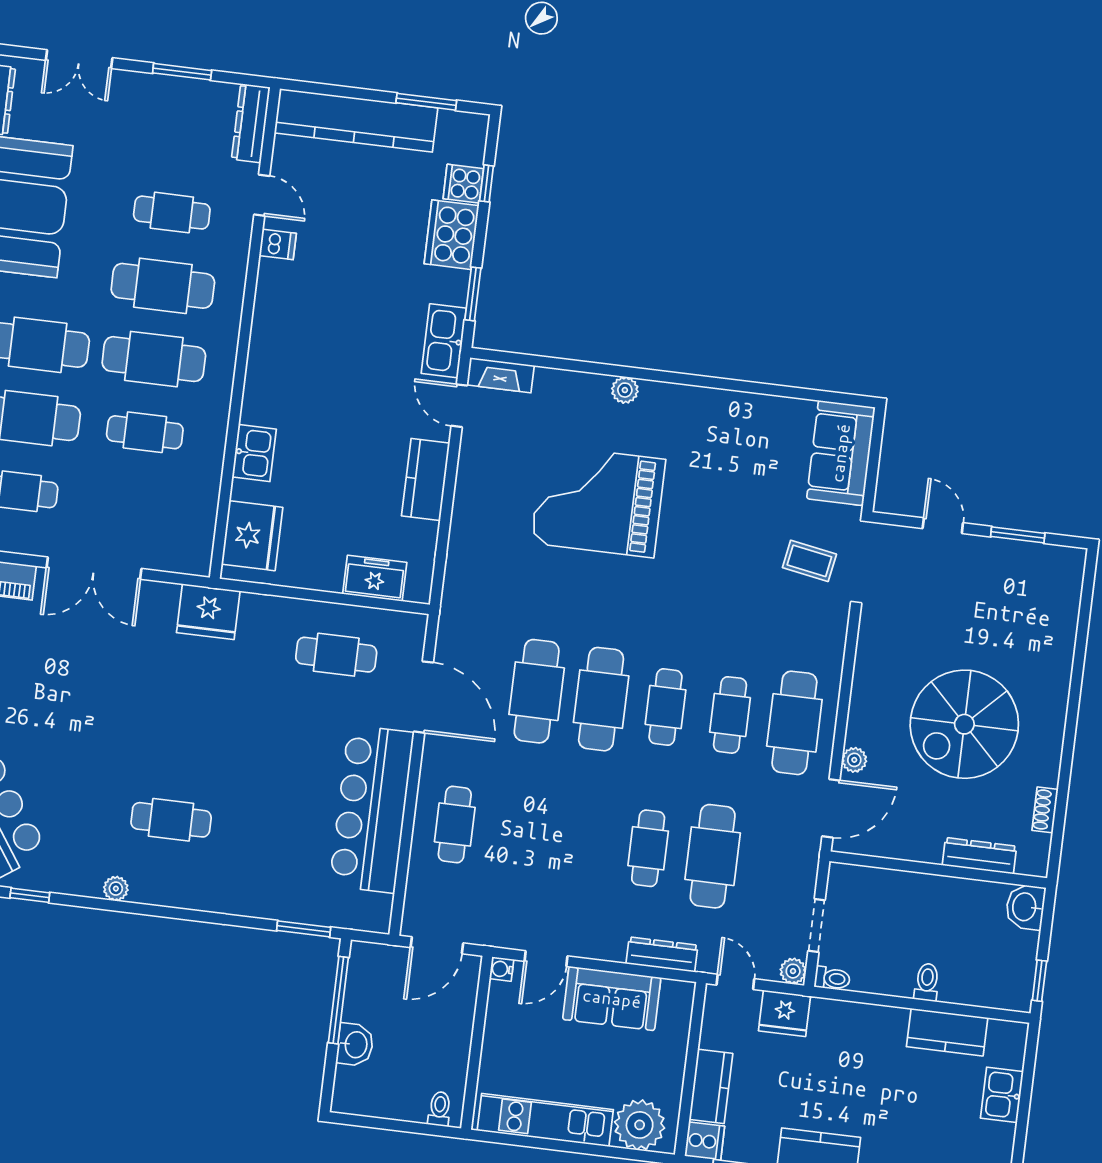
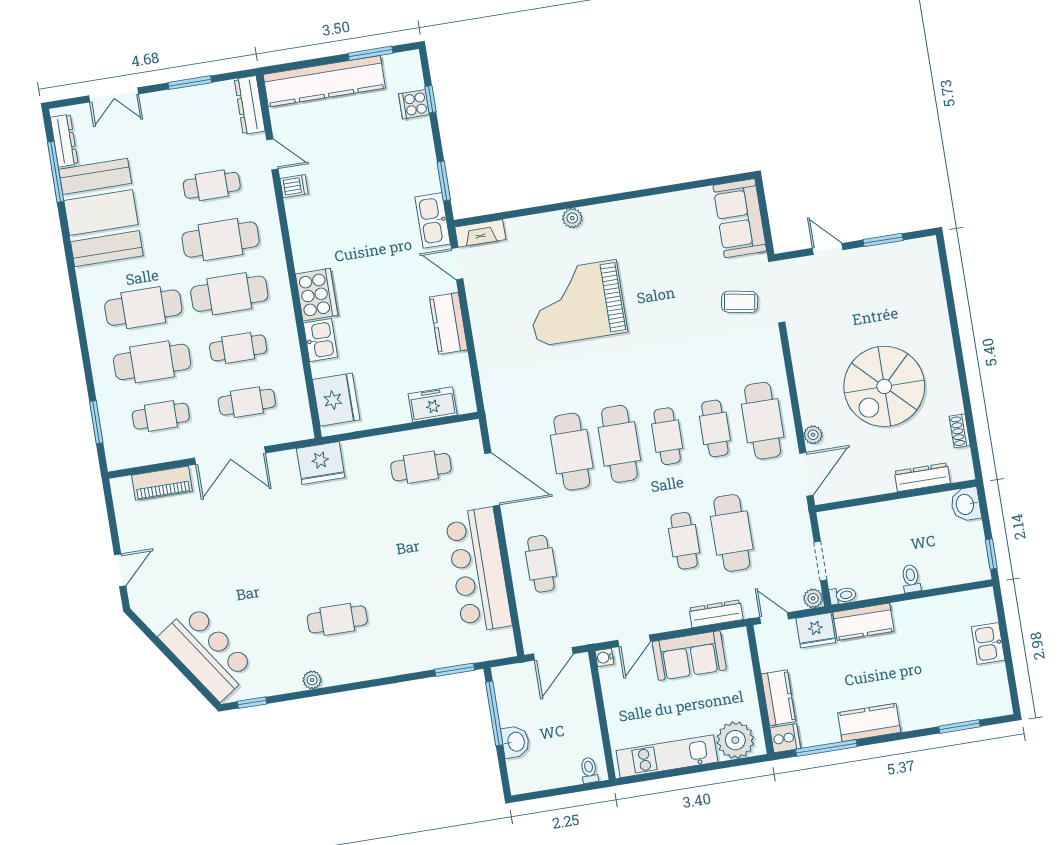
cooker: (452, 235) -> (317, 295), moved, turned 180
cafe table: (136, 506) -> (247, 402), added
kitchen counter: (947, 1032) -> (863, 622), moved

